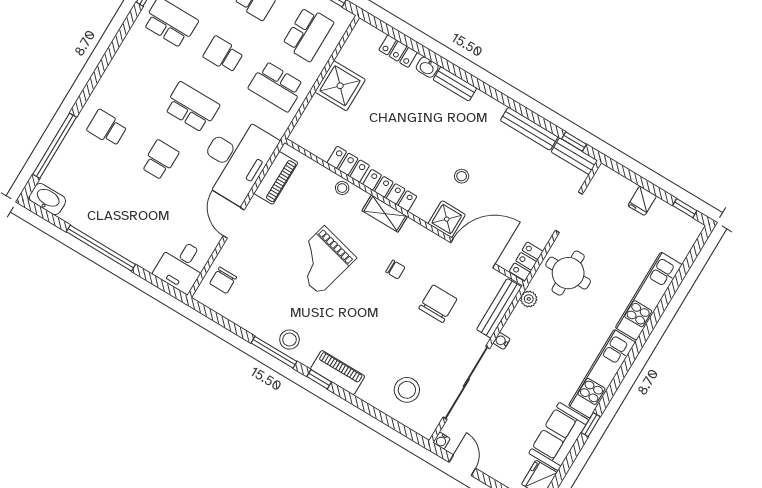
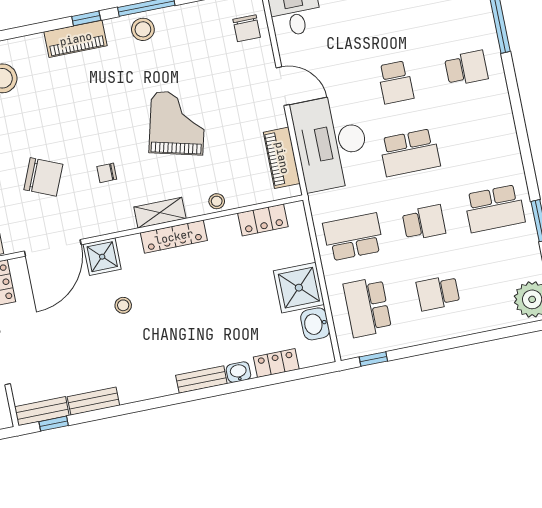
washbasin: (351, 53) -> (315, 324), added
bench: (529, 129) -> (93, 401), width x0.73
locker: (348, 164) -> (263, 220), moved
chair: (223, 280) -> (247, 28), turned 180
chair: (438, 304) -> (43, 177), turned -67

